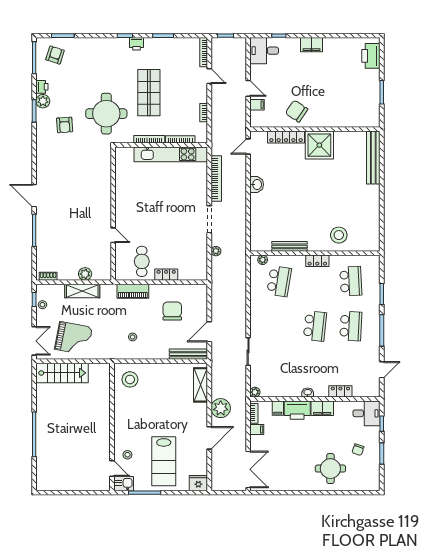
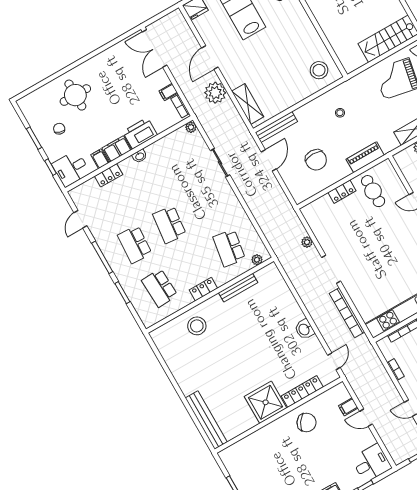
filing cabinet: (278, 408) -> (100, 159), moved

